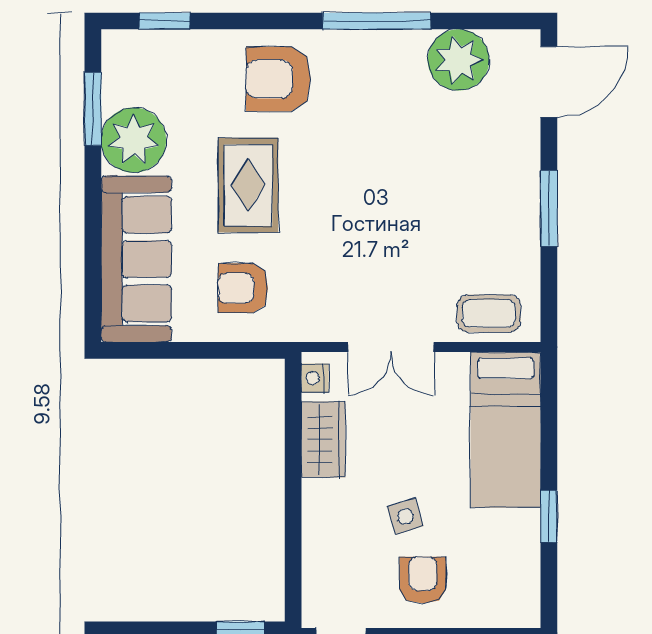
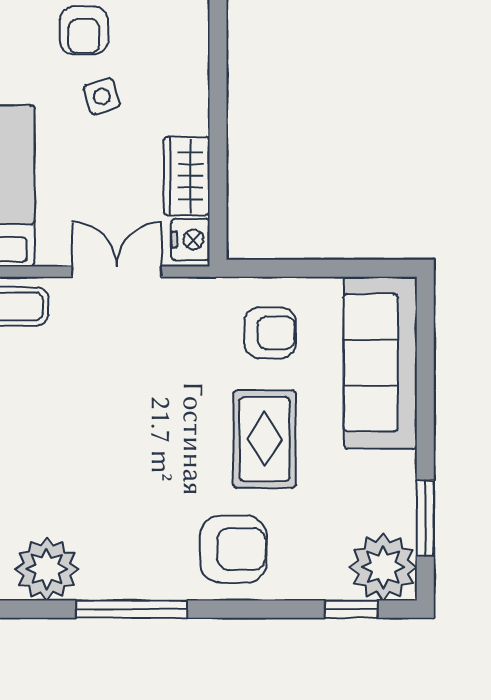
plant: (134, 140) -> (383, 567), moved
nightstand: (315, 378) -> (190, 240), width x1.39, depth x1.35

